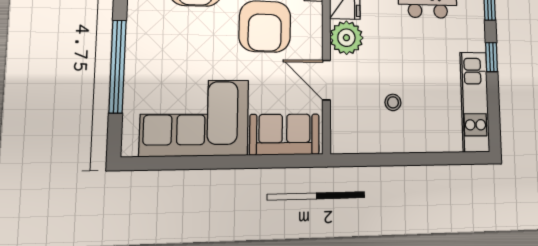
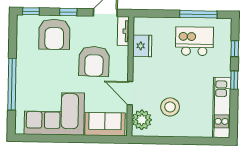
plant: (346, 38) -> (142, 120), moved
stool: (393, 102) -> (170, 107), width x1.89, depth x1.89

